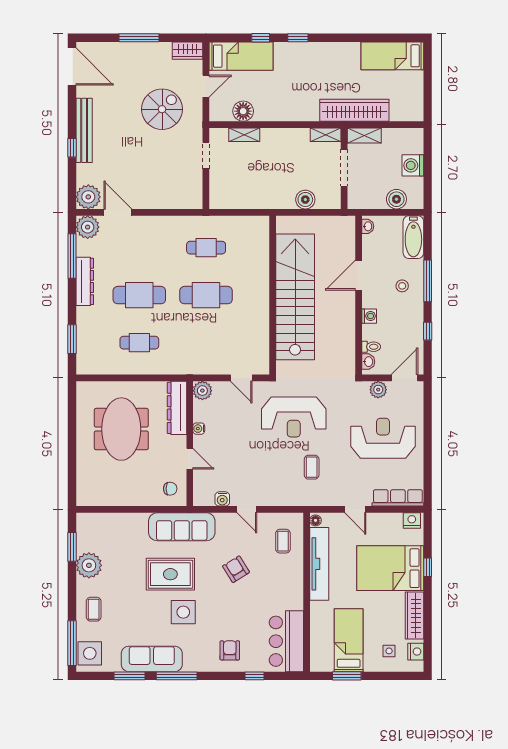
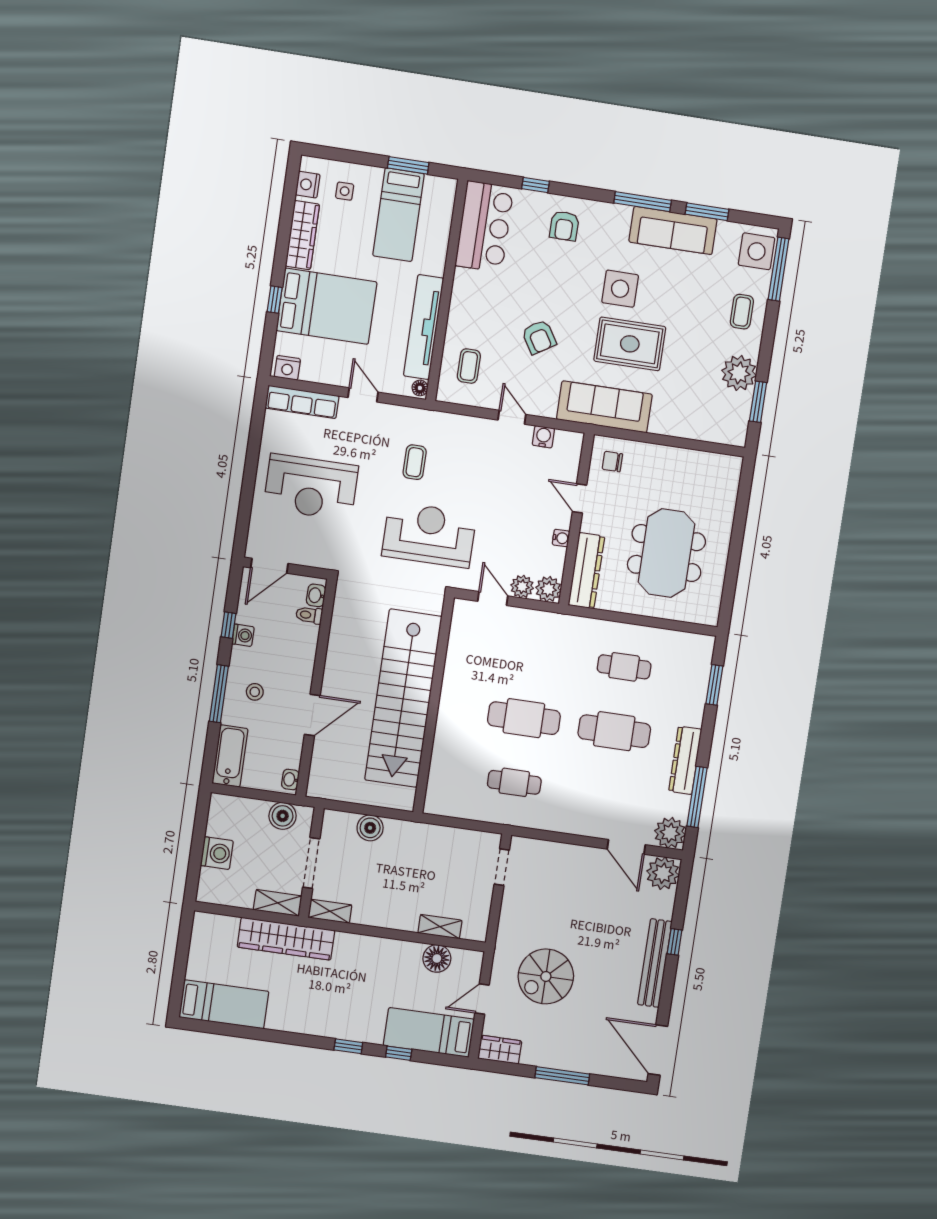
doorway: (206, 156) -> (502, 867), moved
boiler: (396, 199) -> (283, 816), moved
washing machine: (369, 316) -> (243, 635), moved, turned 180
plant: (378, 390) -> (522, 587), moved

